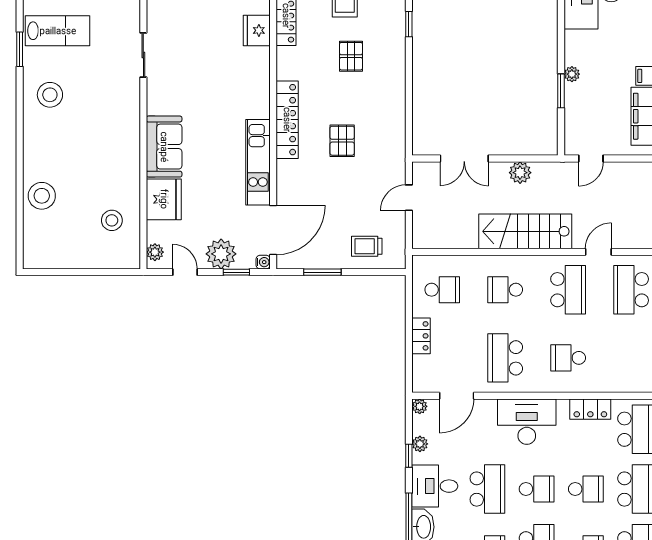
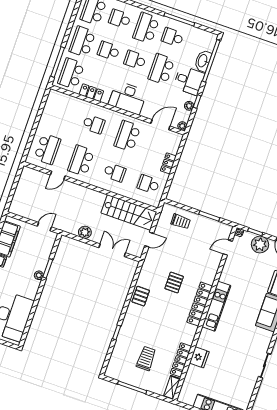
pallet: (351, 56) -> (141, 296), moved
kitchen unit: (258, 162) -> (216, 306), moved
door: (273, 230) -> (228, 248), width x0.53
stairs: (525, 231) -> (129, 212), moved
school desk: (505, 358) -> (127, 136), turned 180

